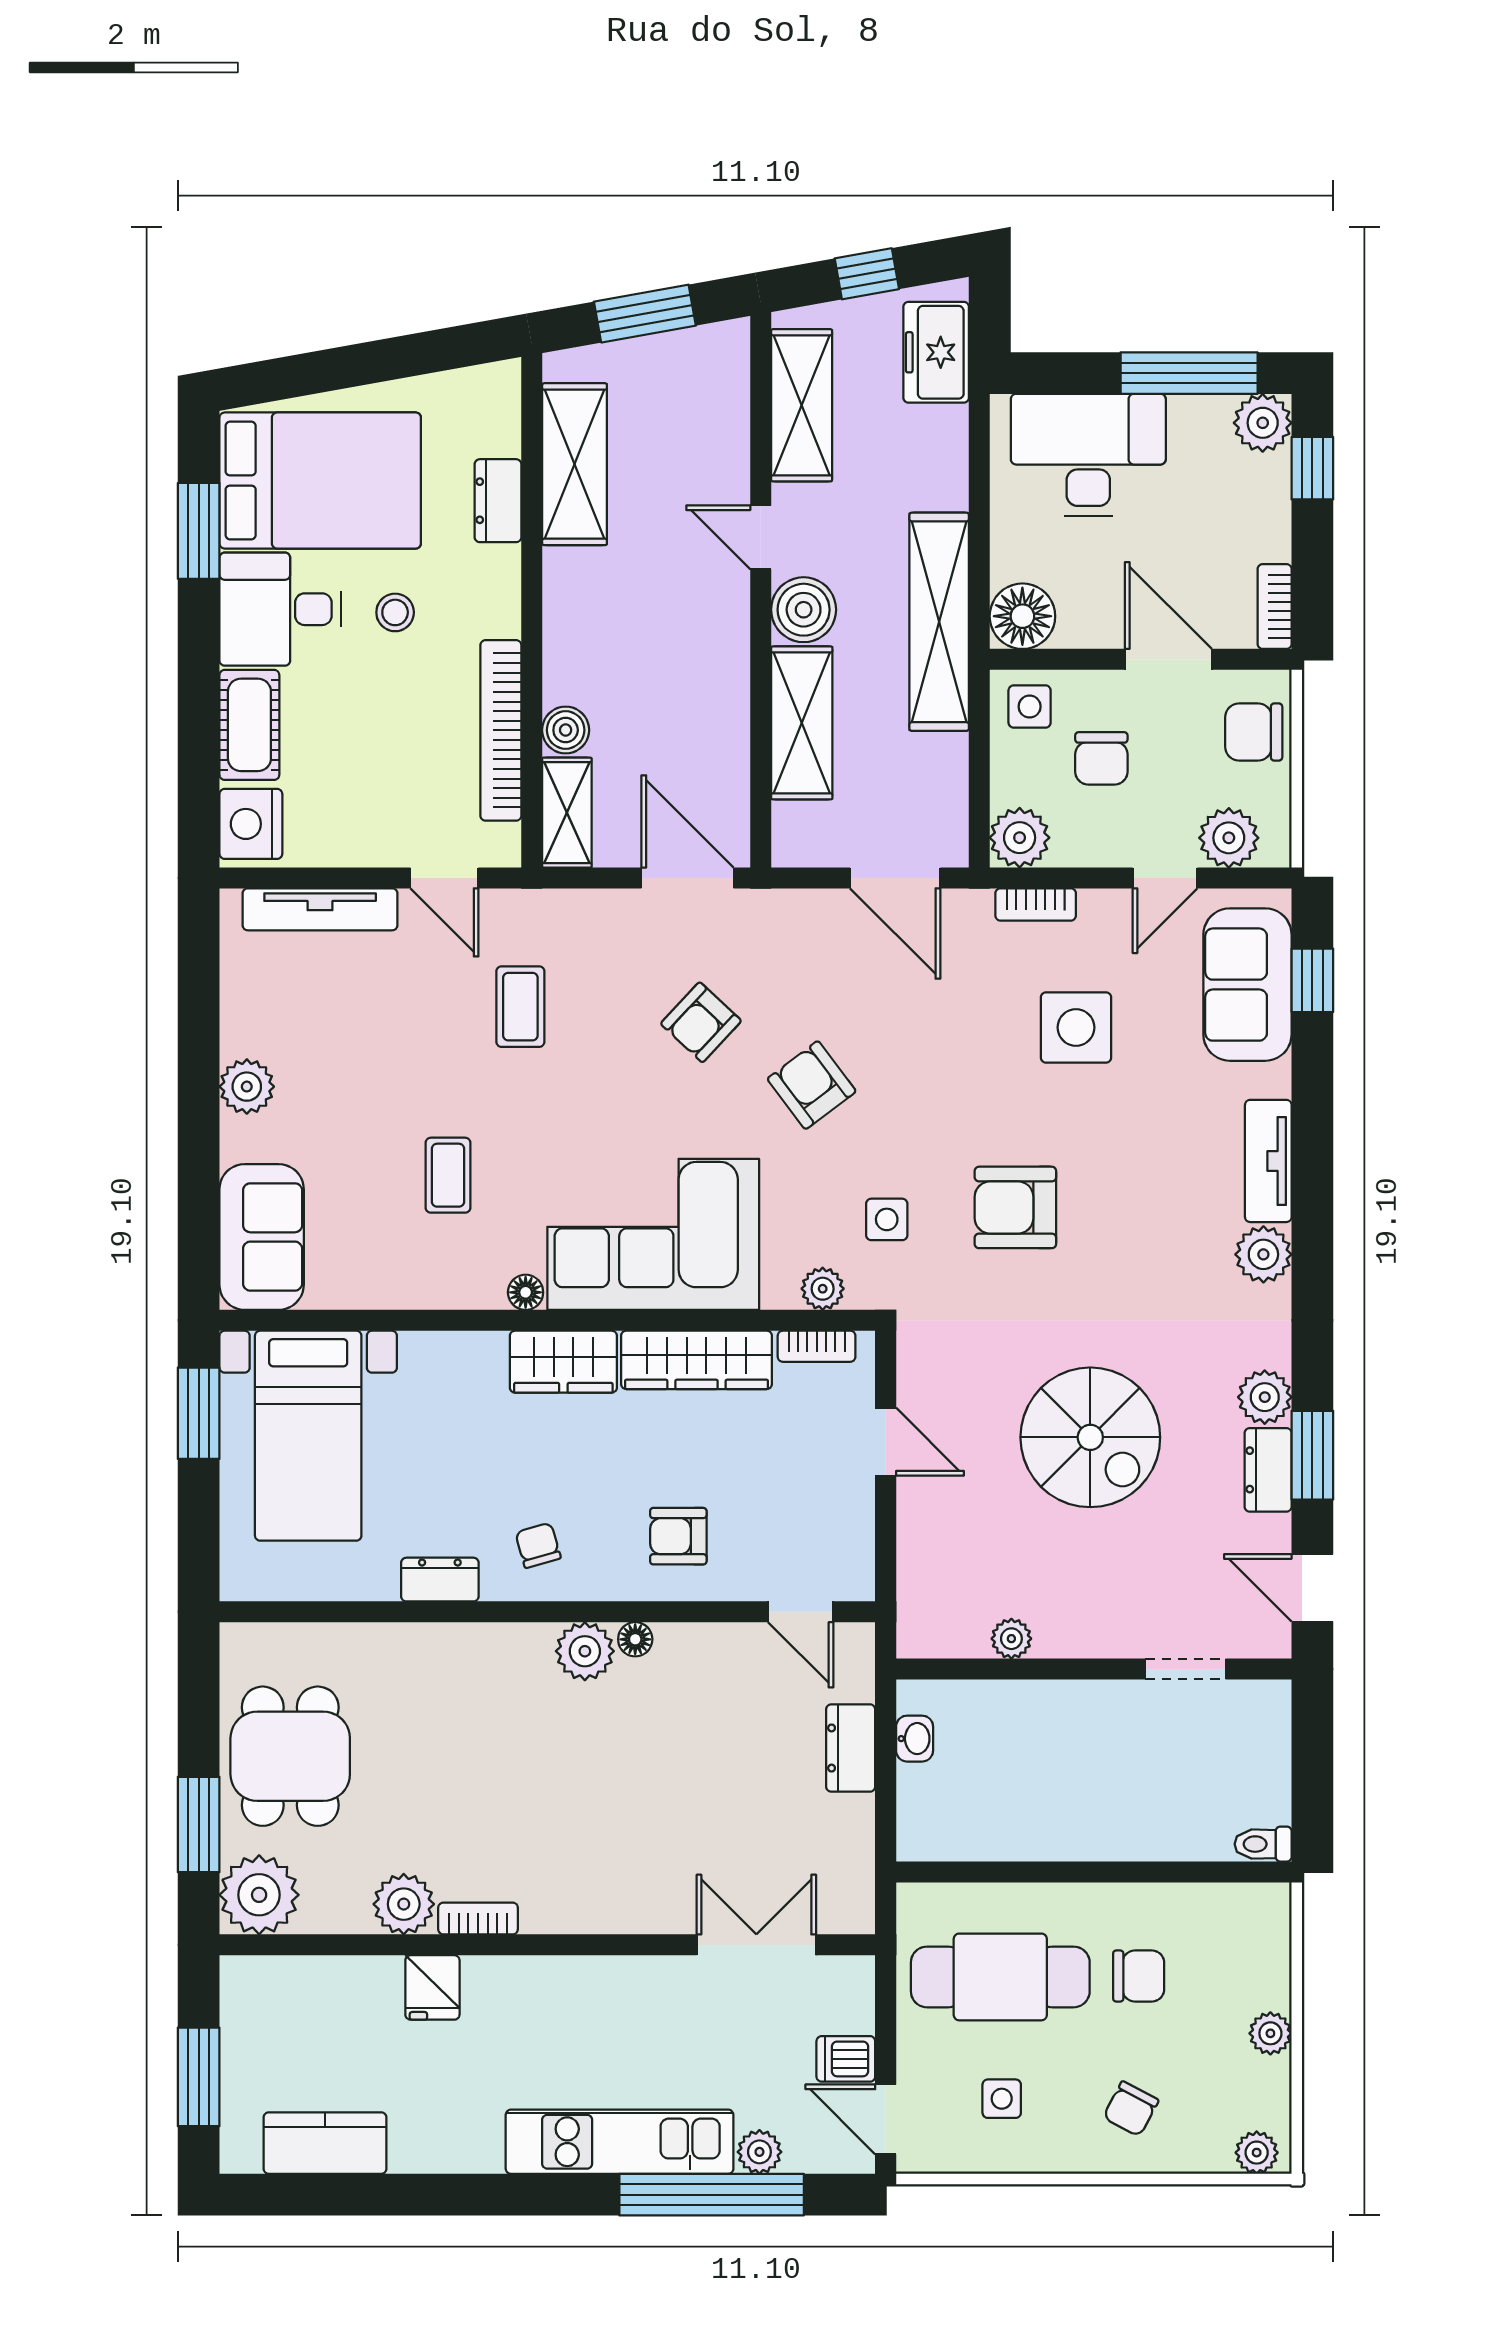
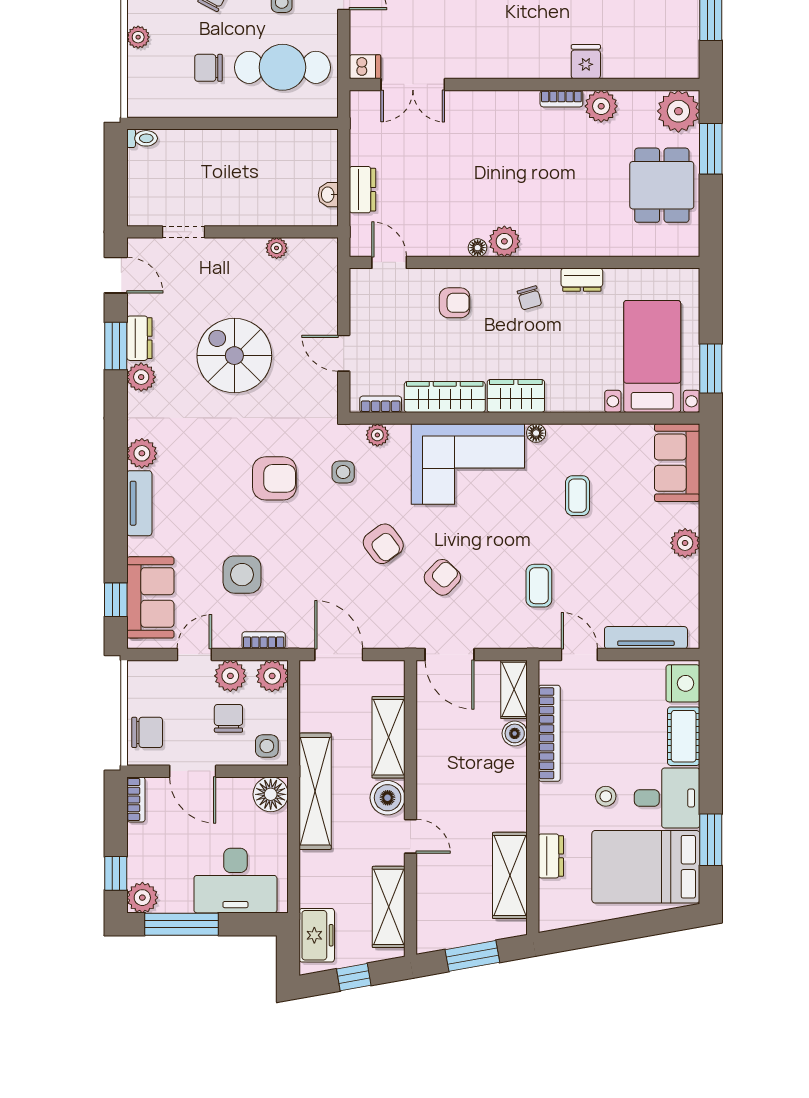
plant: (1229, 838) -> (230, 676), moved
dishwasher: (846, 2059) -> (365, 67), moved

